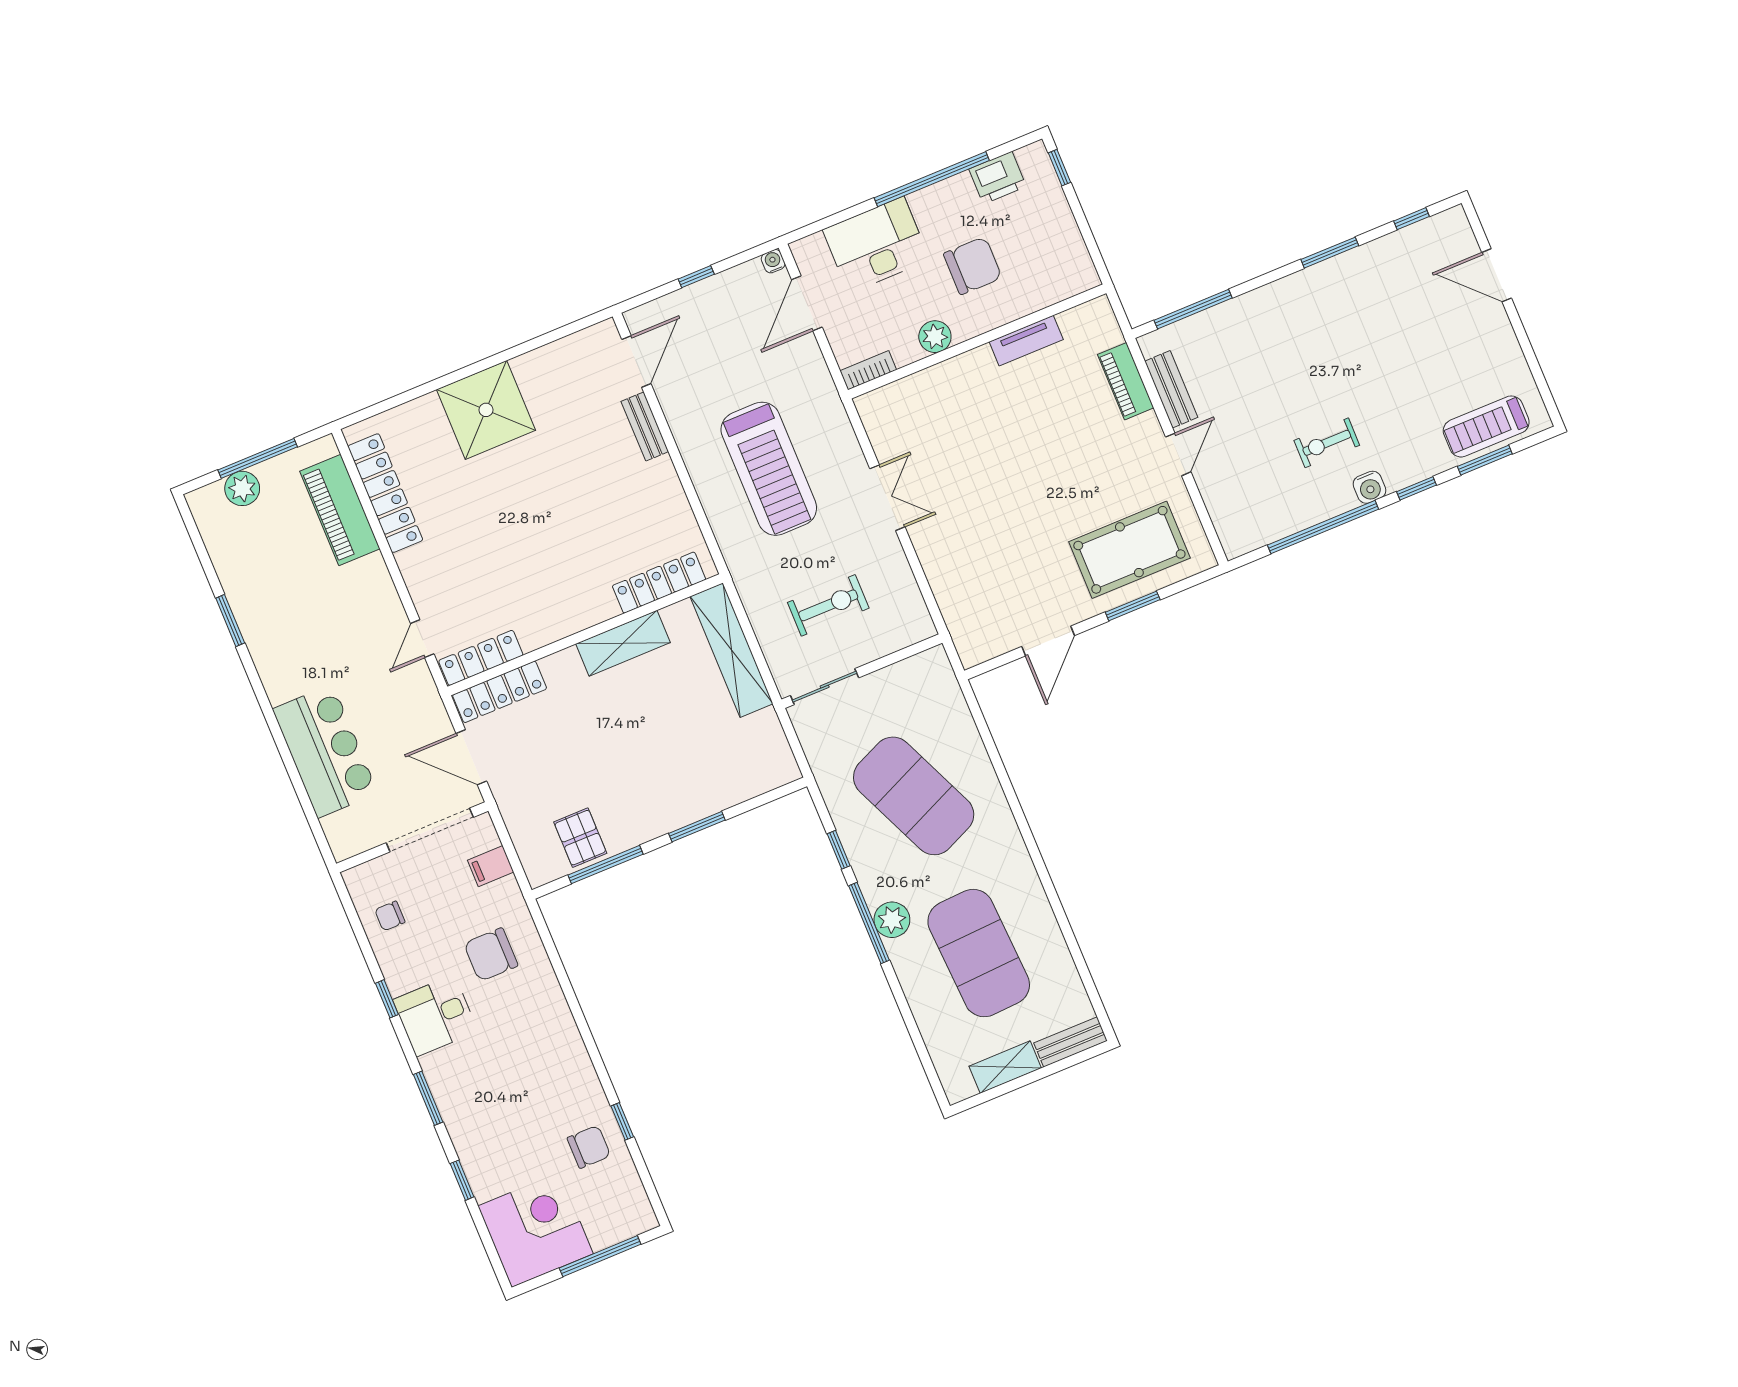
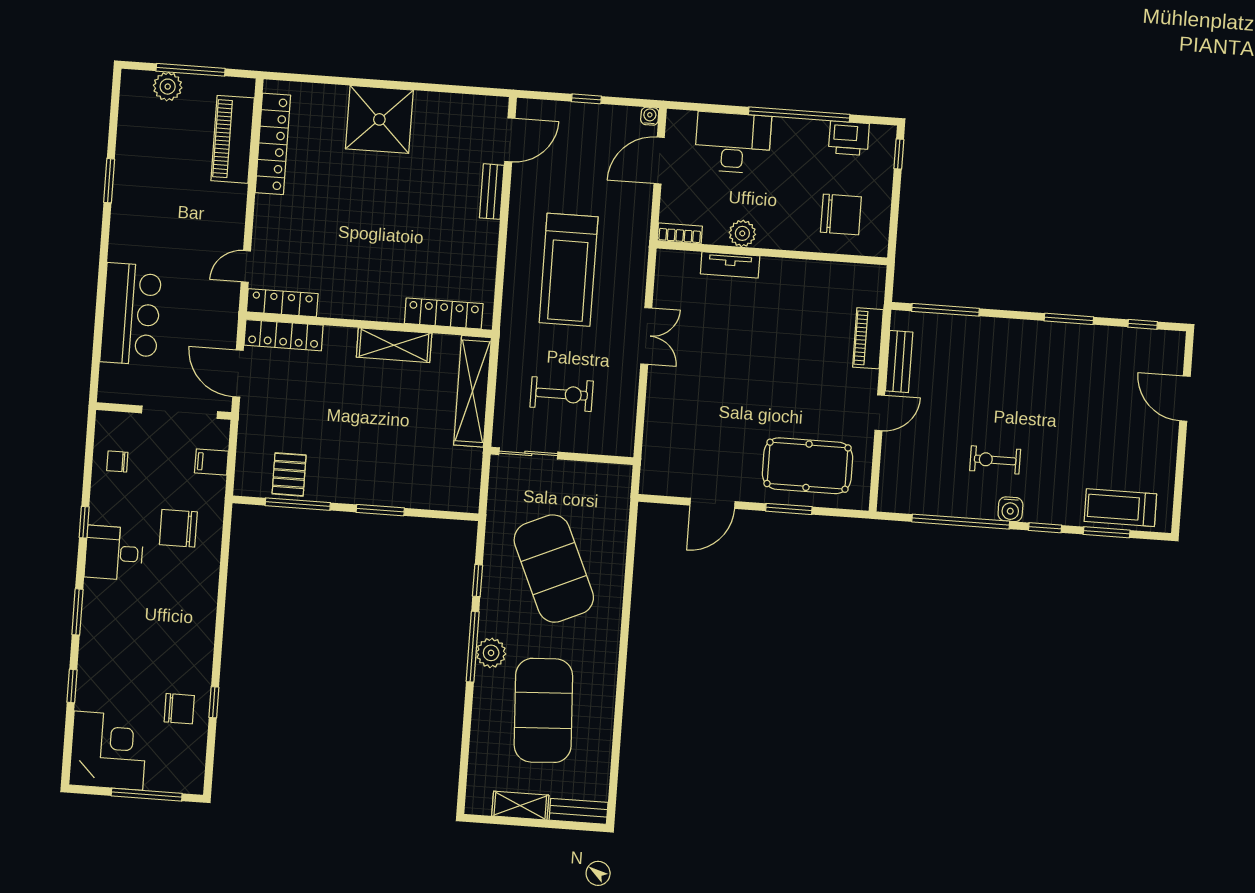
chair: (973, 266) -> (841, 214), moved
tv unit: (1026, 341) -> (730, 265), moved

